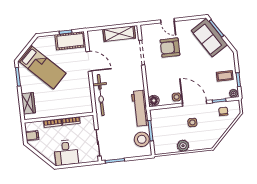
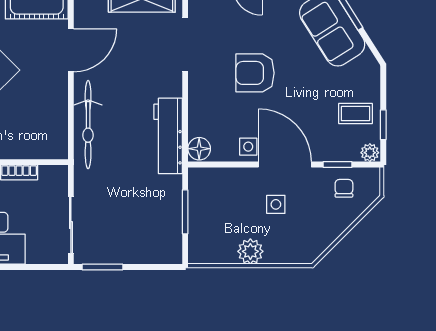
armchair: (170, 48) -> (255, 73), moved
door: (89, 61) -> (71, 50), hinge flipped
workbench: (140, 108) -> (168, 136), moved
stool: (142, 139) -> (165, 228), removed

